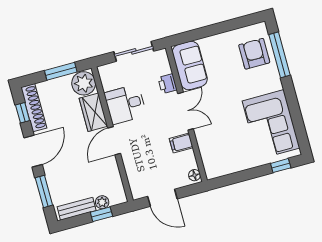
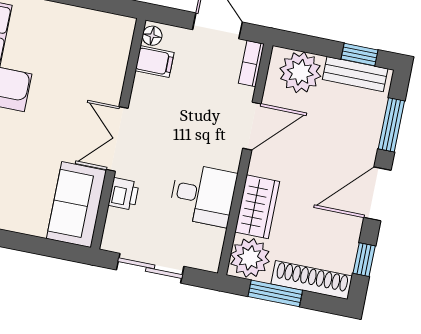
shoe rack: (34, 108) -> (312, 280), moved, turned 90
door: (114, 141) -> (252, 126), moved
filing cabinet: (181, 143) -> (155, 62), moved
bookcase: (134, 187) -> (251, 64), added
plant: (102, 202) -> (300, 72), width x1.88, depth x1.88
window: (101, 214) -> (359, 55), moved

